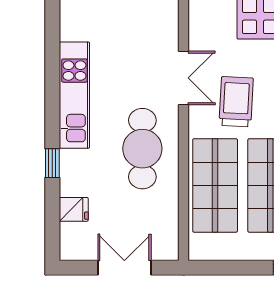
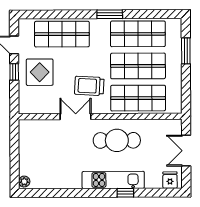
kitchen unit: (74, 95) -> (113, 180), moved
fridge: (74, 209) -> (170, 180), moved

